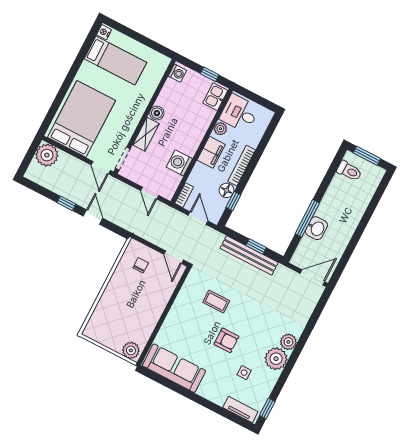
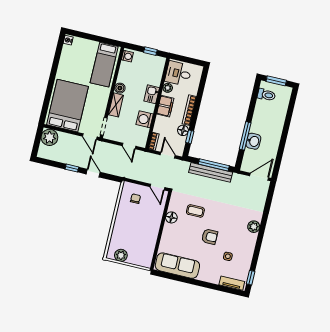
bed: (115, 61) -> (104, 65), moved, turned 90
kitchen sink: (215, 97) -> (152, 94), moved
window: (256, 246) -> (214, 165), width x2.17
floor lamp: (182, 302) -> (171, 217), added
plant: (131, 350) -> (121, 255), moved
plant: (276, 359) -> (248, 241), removed

